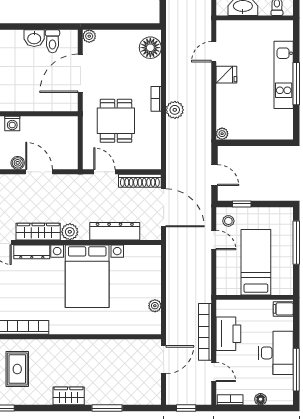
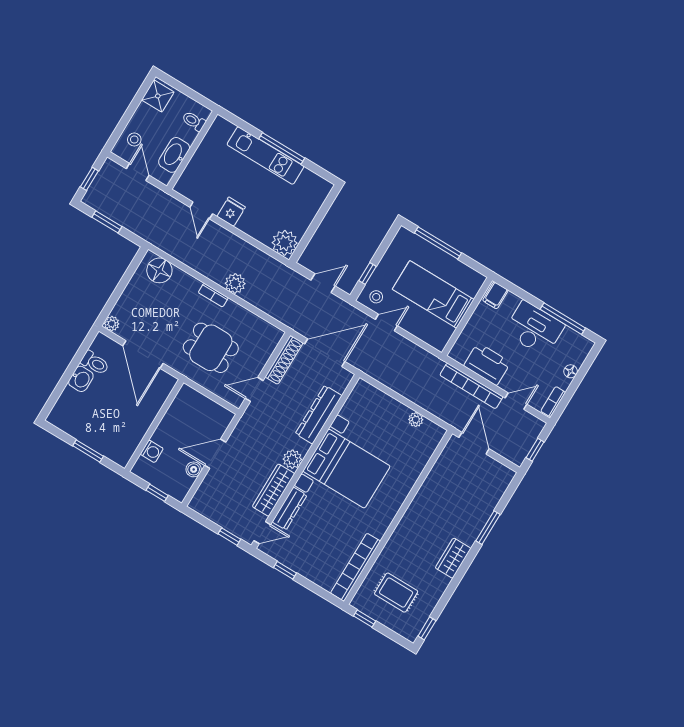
plant: (222, 134) -> (285, 243), width x1.88, depth x1.88

